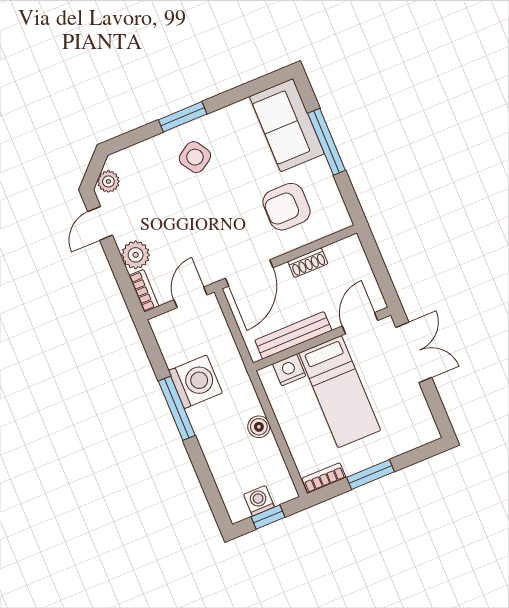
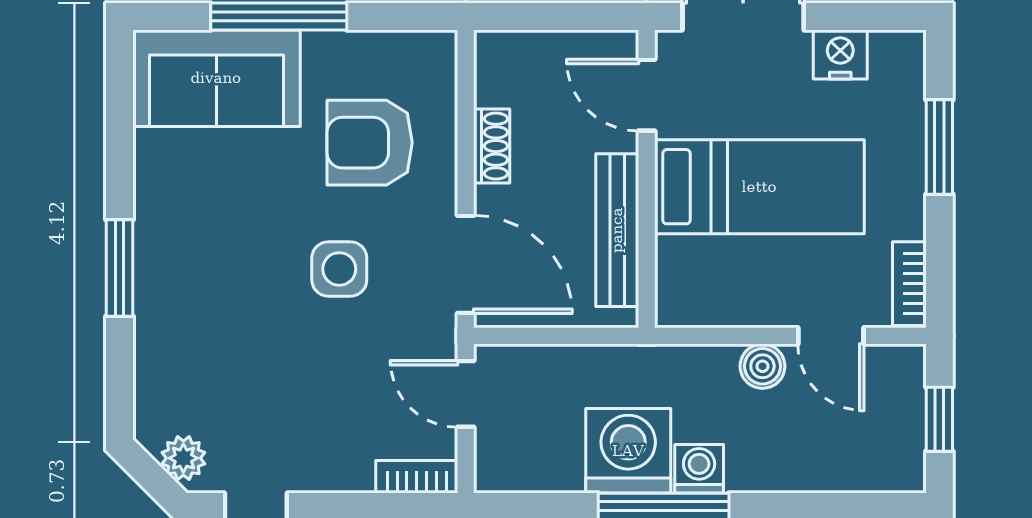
side table: (195, 157) -> (339, 269), moved, turned 33
armchair: (286, 207) -> (370, 143), turned 90
plant: (136, 255) -> (343, 464), removed
nightstand: (289, 370) -> (840, 54), moved, turned 90
door: (285, 452) -> (831, 336), added
window: (371, 474) -> (939, 147), moved
washing machine: (259, 501) -> (699, 469), moved, turned 90

